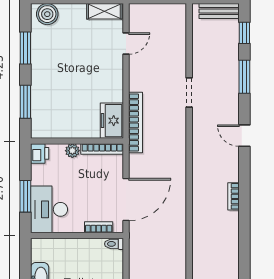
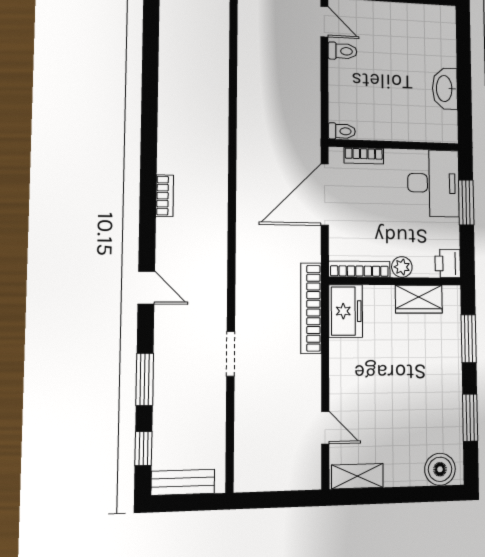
door: (126, 43) -> (325, 428), swing flipped
wardrobe: (61, 129) -> (419, 299), added

